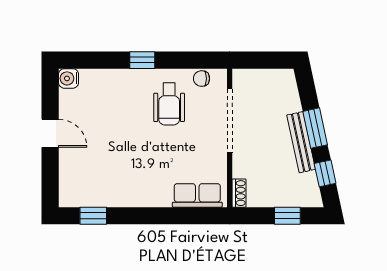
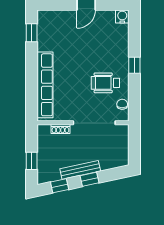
window: (315, 128) -> (89, 179), width x0.67
shoe rack: (239, 193) -> (60, 129), moved
row of seats: (197, 195) -> (45, 85), width x2.02

